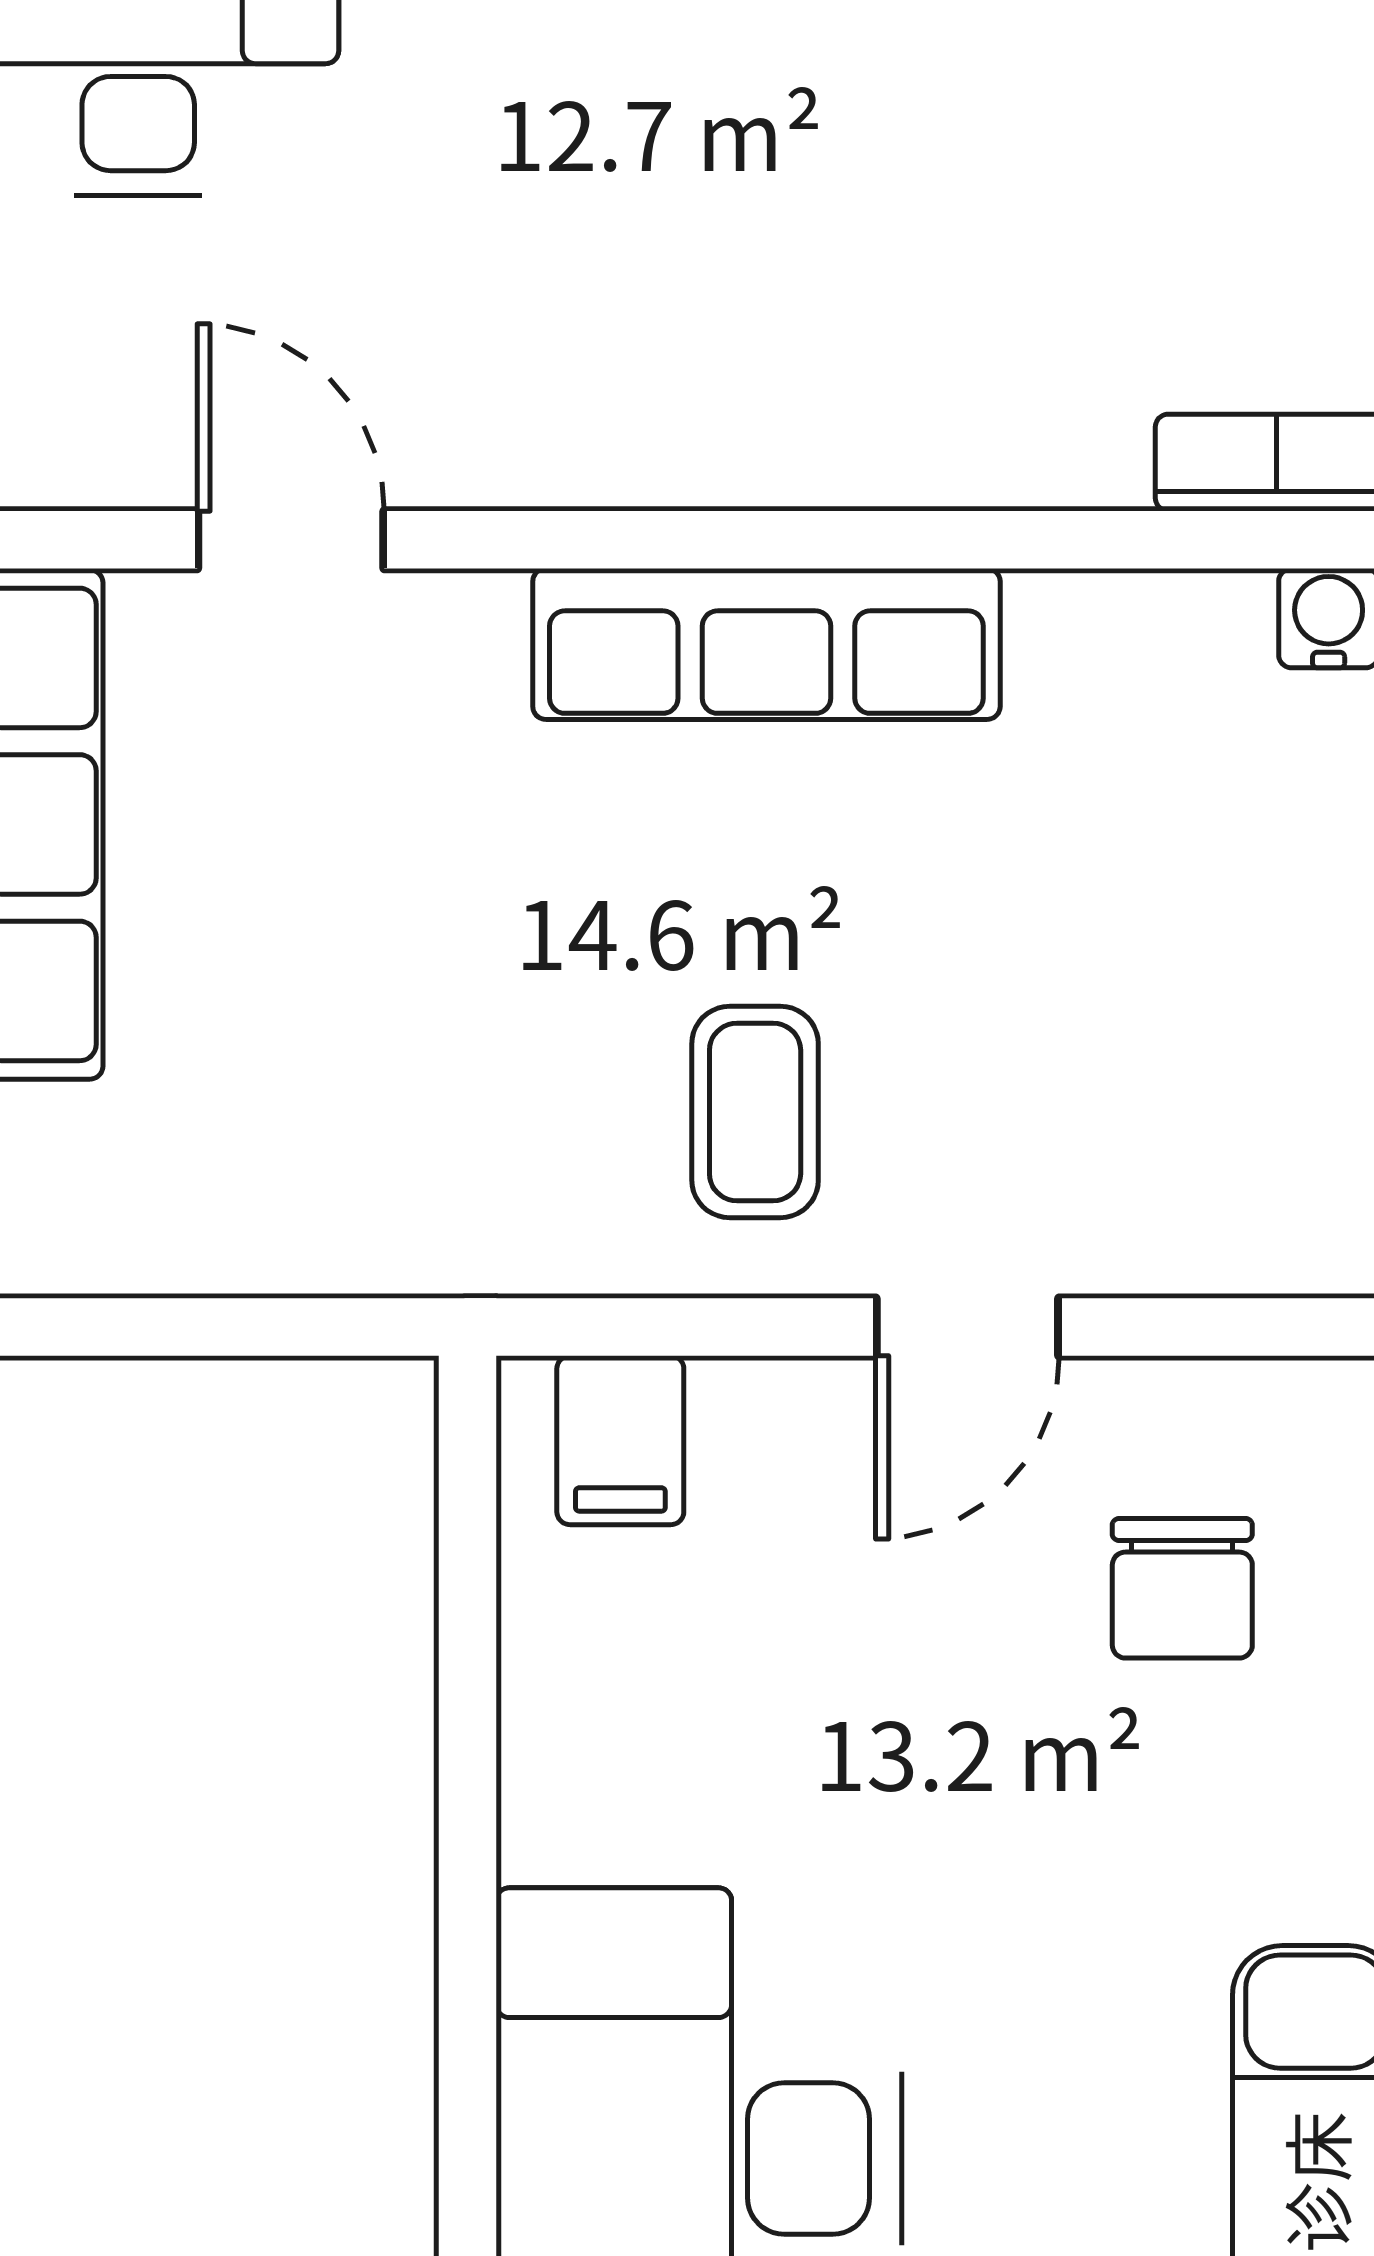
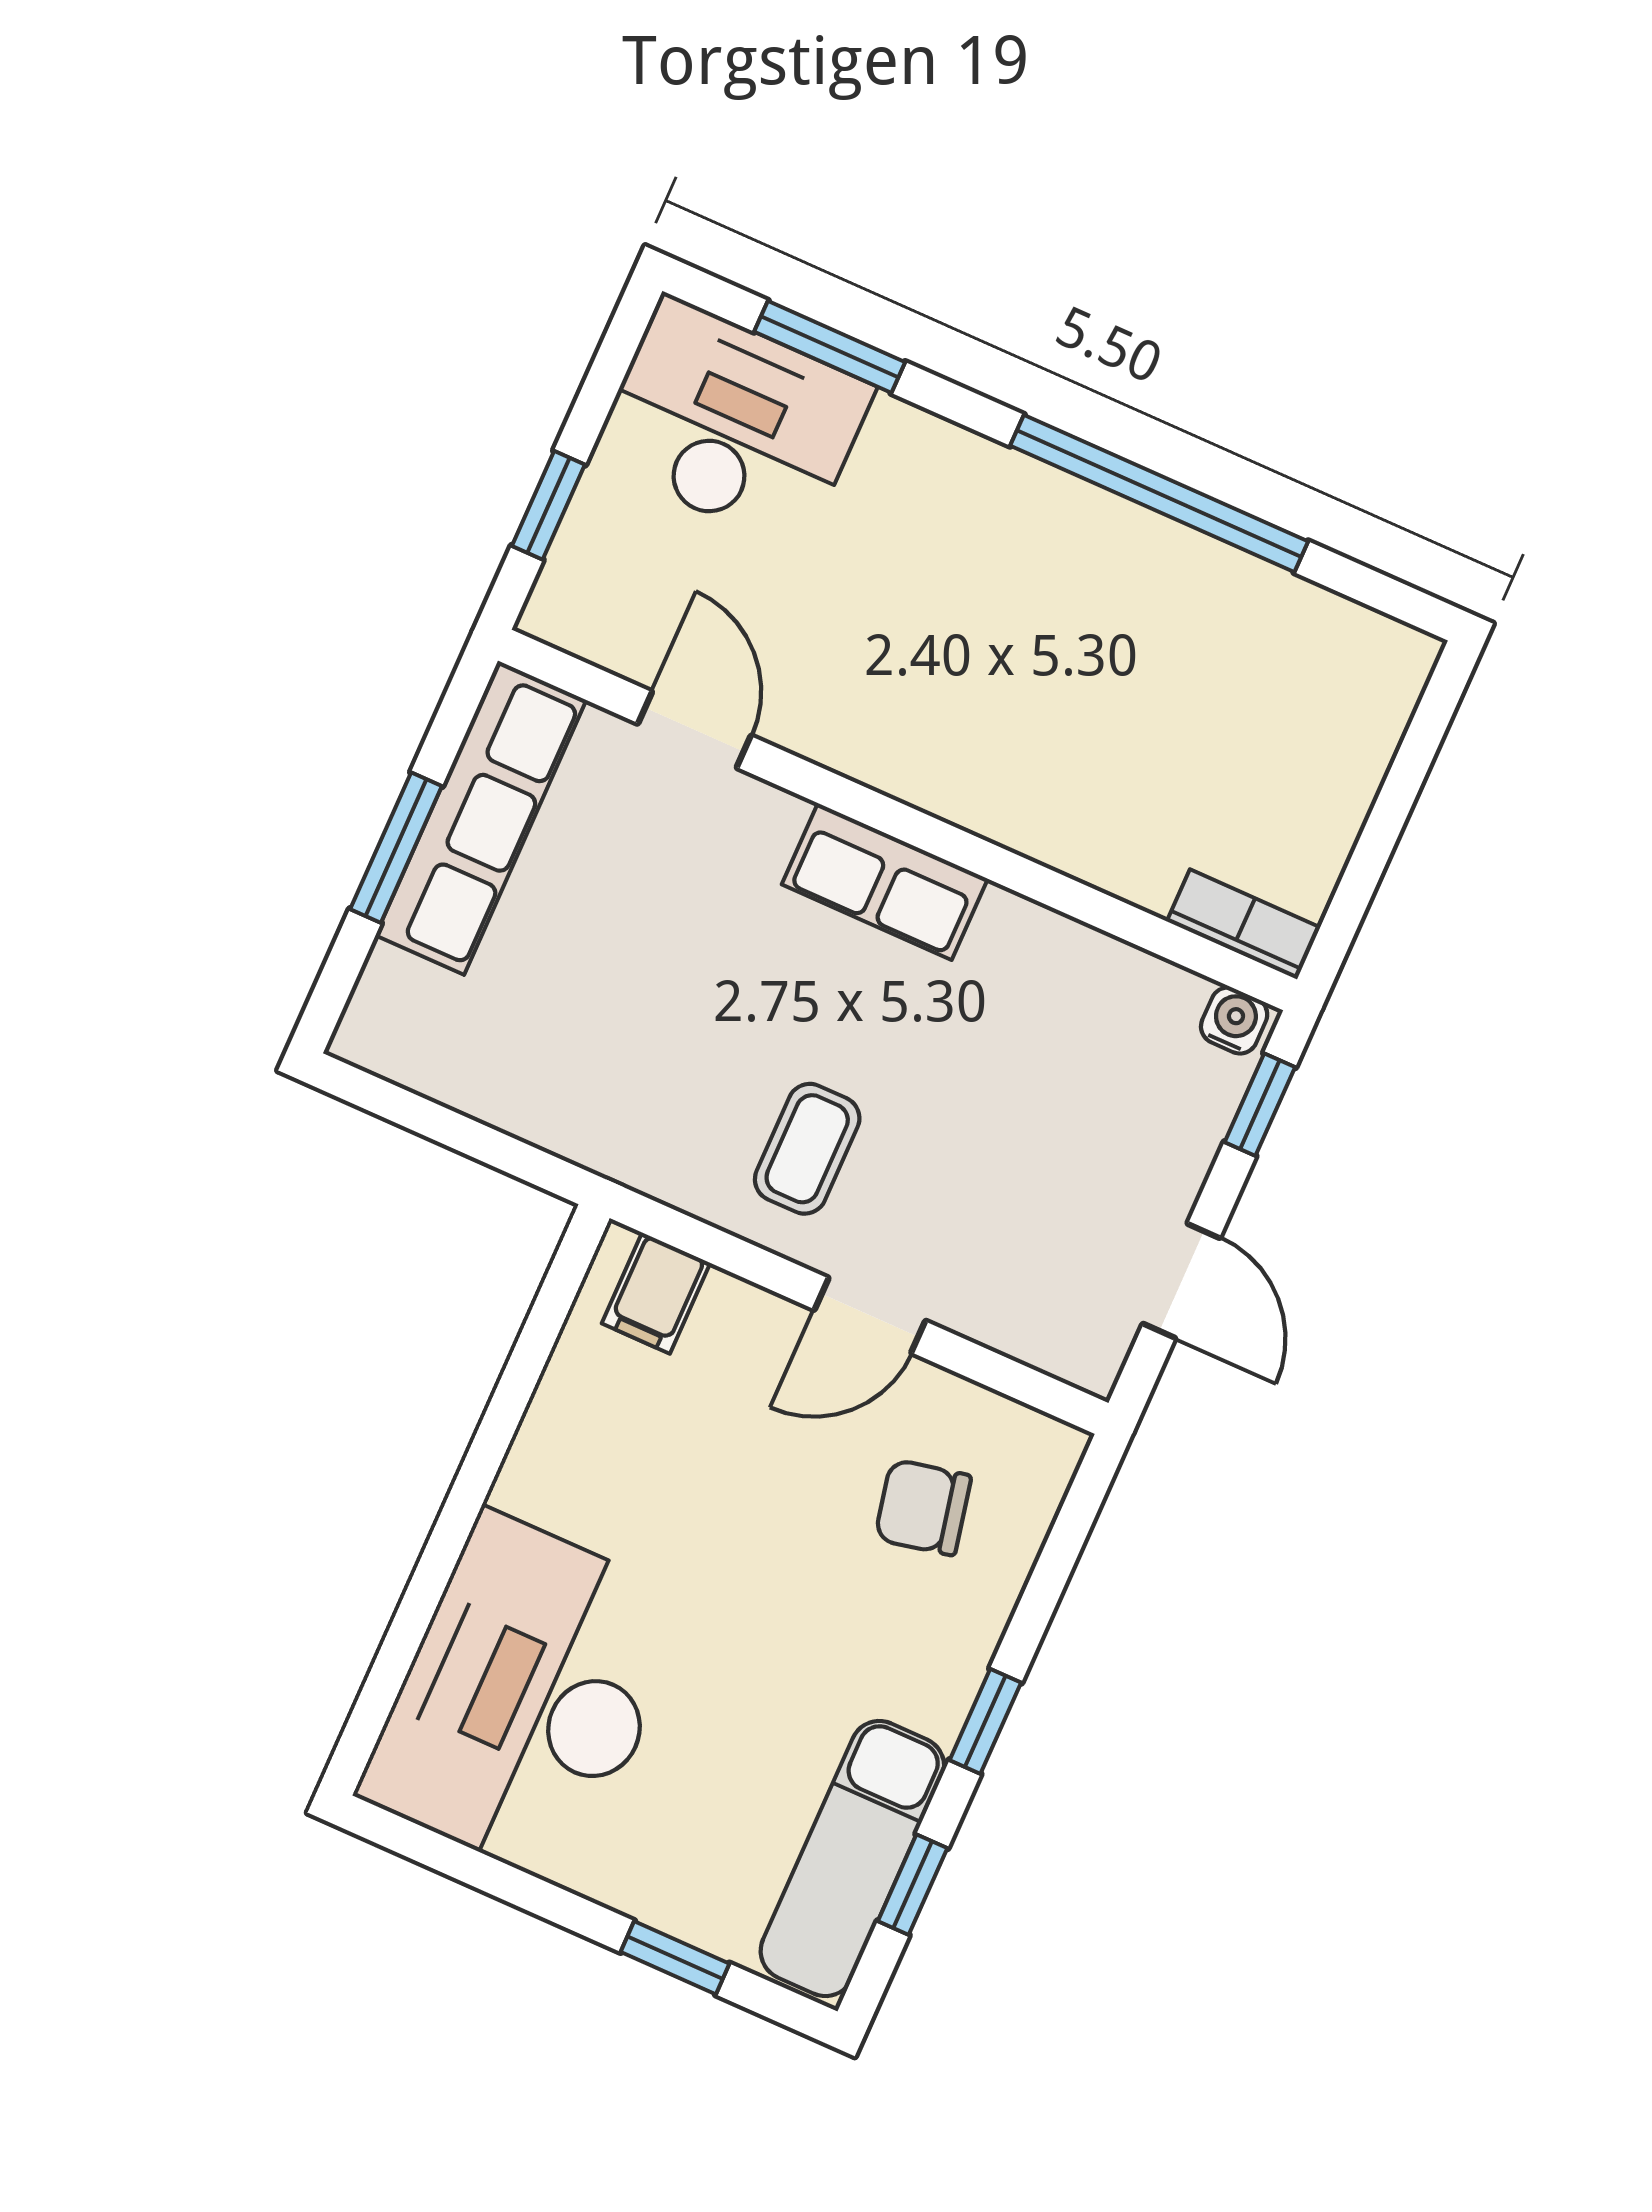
row of seats: (766, 644) -> (885, 882), width x0.68
chair: (1182, 1588) -> (923, 1507), turned 78

